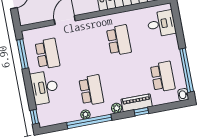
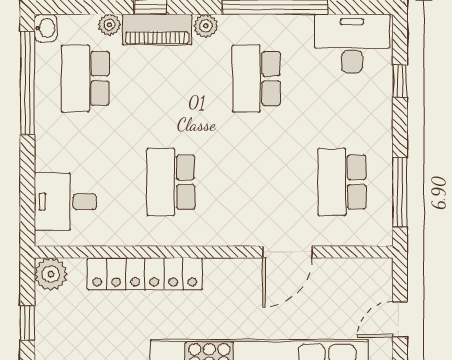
desk: (45, 87) -> (352, 43), moved, turned -90
plant: (85, 115) -> (109, 25), moved
window: (34, 117) -> (400, 81), moved

